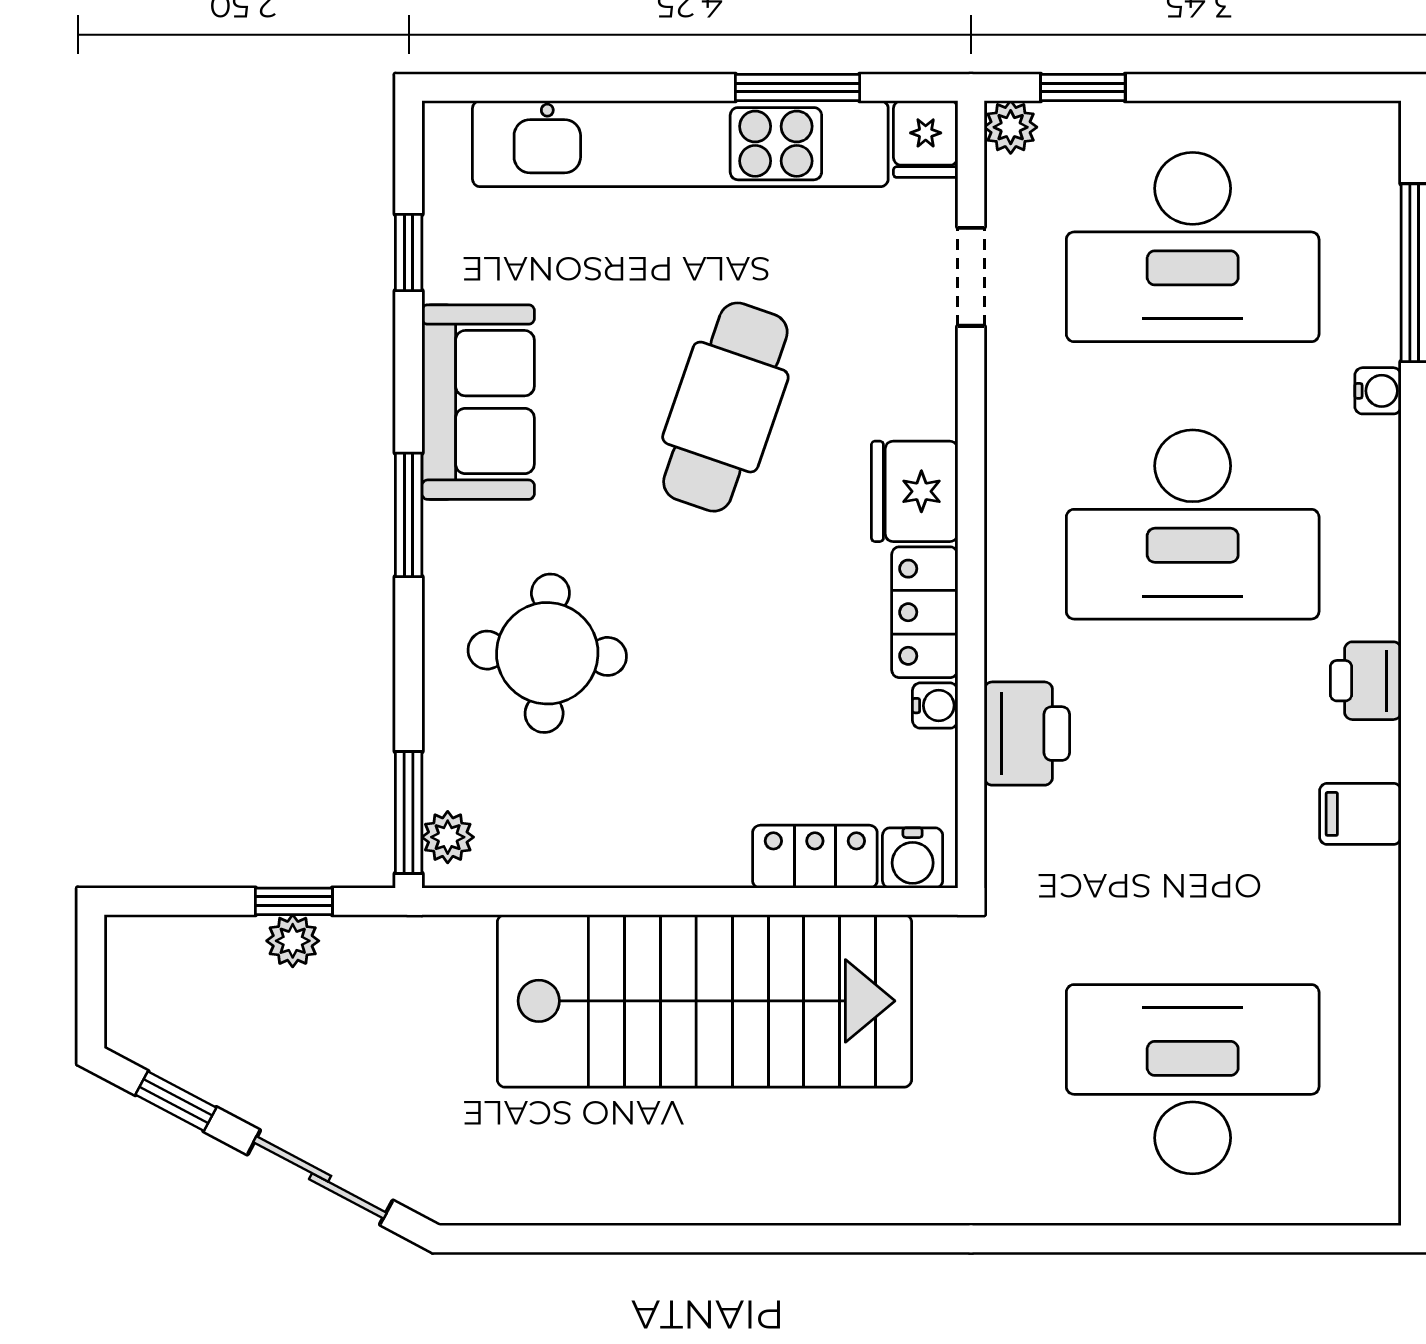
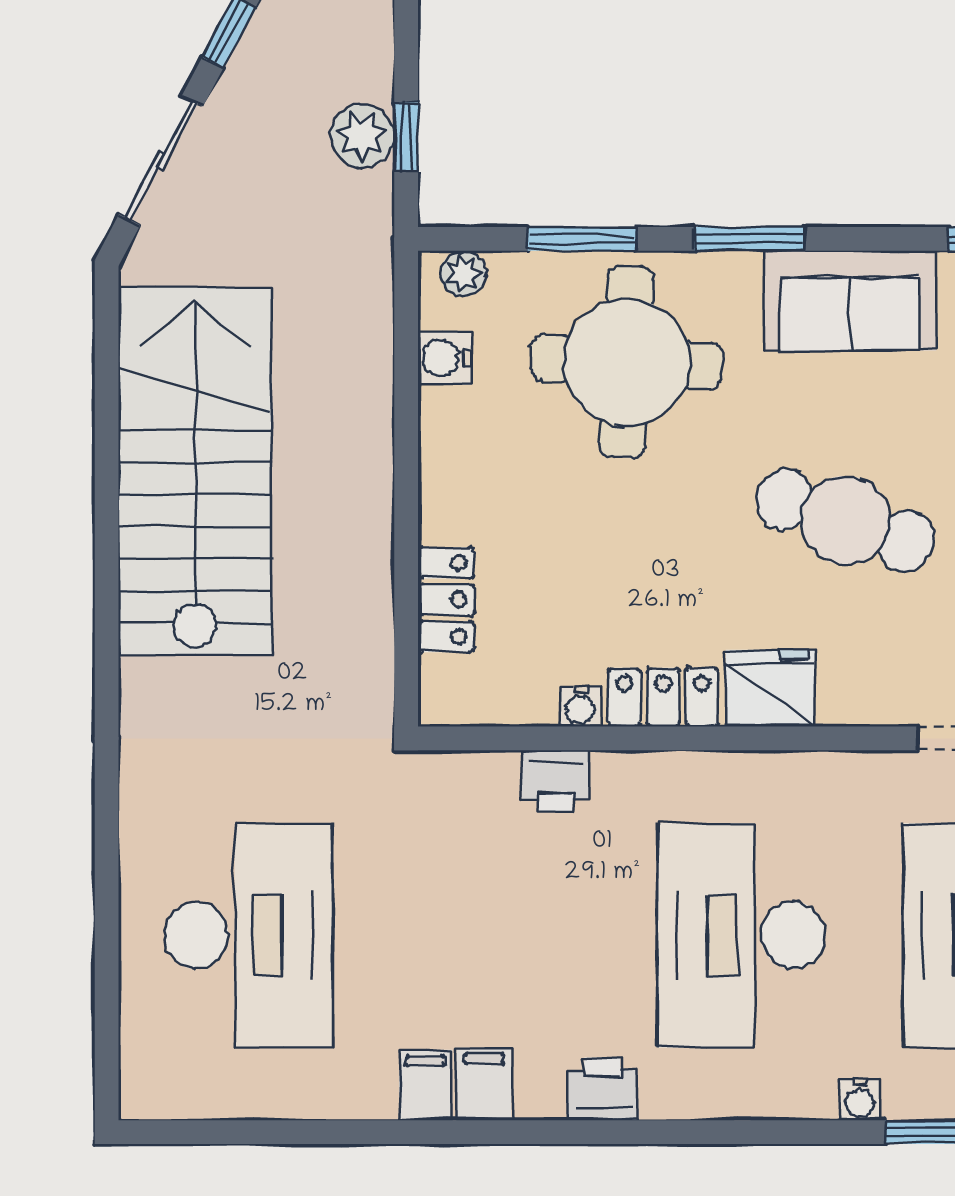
round table: (547, 653) -> (627, 362), width x1.36, depth x1.36
printer: (1027, 734) -> (555, 781), width x0.73, depth x0.81
window: (409, 812) -> (582, 239), moved
water cooler: (913, 858) -> (445, 358), moved
filing cabinet: (1361, 880) -> (426, 1085), added
plant: (293, 941) -> (362, 136), width x1.38, depth x1.38
stairs: (704, 1001) -> (195, 471), moved, turned 180

